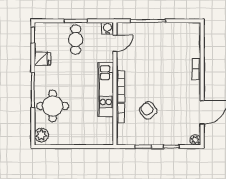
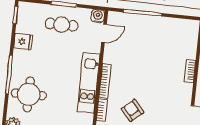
cafe table: (76, 40) -> (62, 25), turned 90

